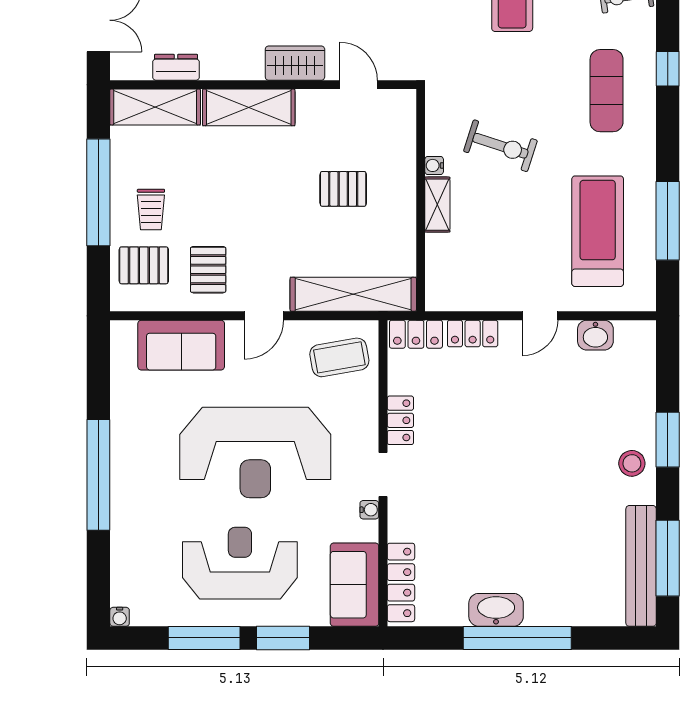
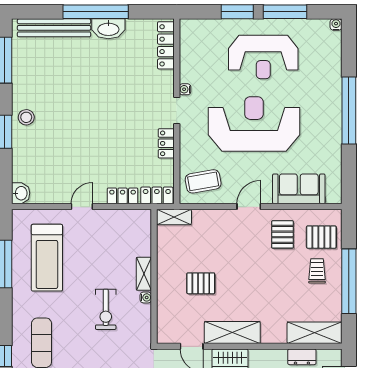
shelving: (249, 107) -> (232, 333), moved
exercise bike: (500, 146) -> (106, 309), turned -108
shelving: (353, 294) -> (174, 217), width x0.45, depth x0.75
washbasin: (595, 335) -> (21, 193), moved, turned 90
bench: (641, 566) -> (54, 28), moved, turned 90
sofa: (355, 585) -> (194, 44), removed

